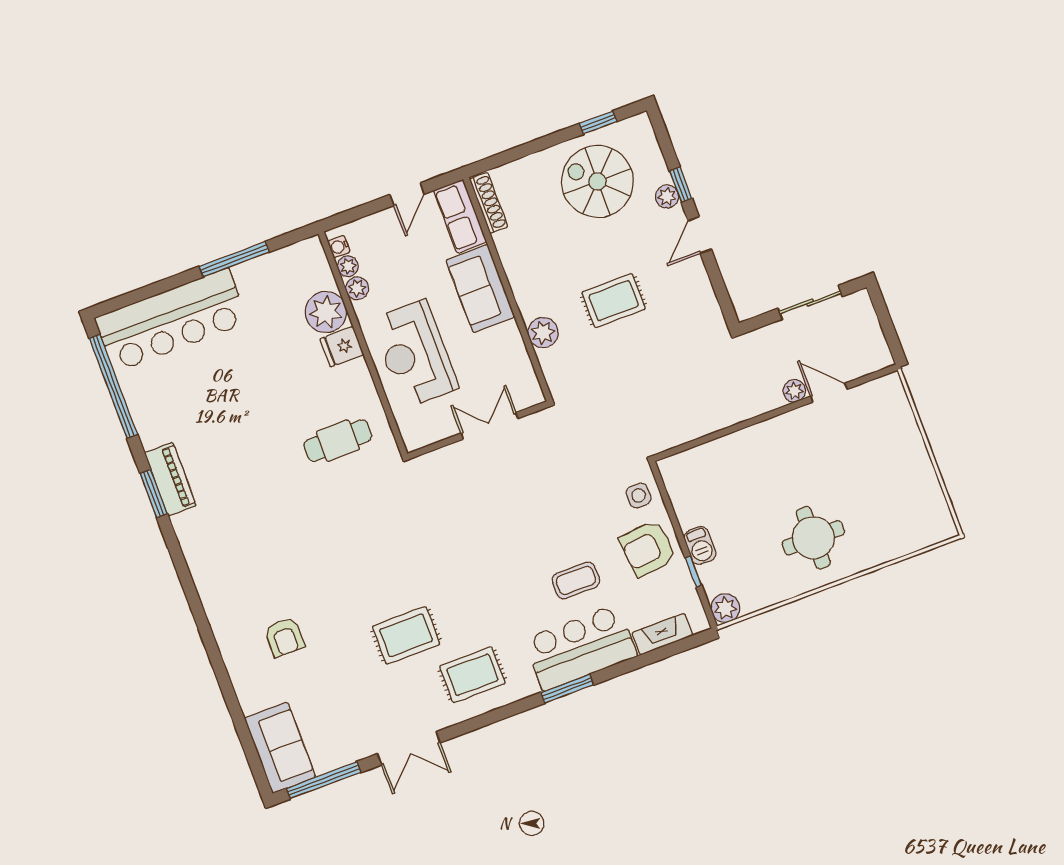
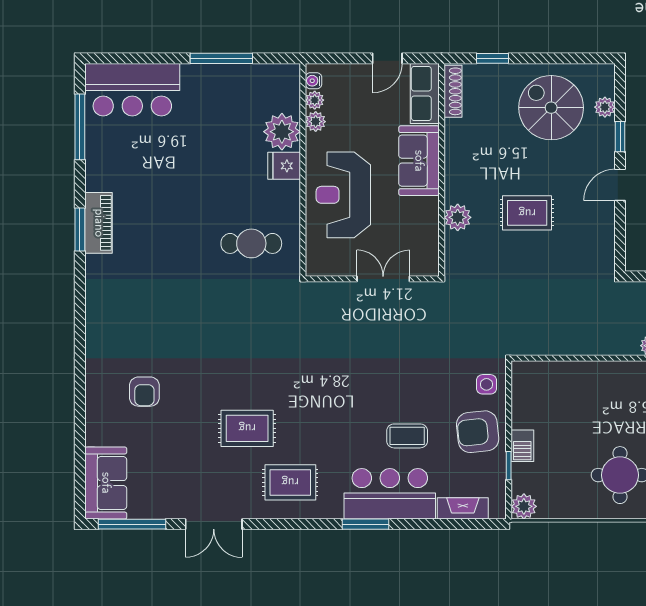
window: (598, 122) -> (492, 58), moved
plant: (667, 196) -> (605, 107), moved
bar counter: (171, 320) -> (132, 90), width x0.73
window: (113, 386) -> (80, 127), width x0.68

